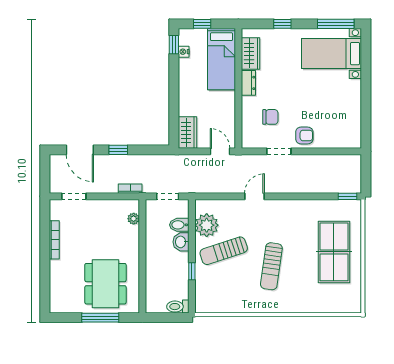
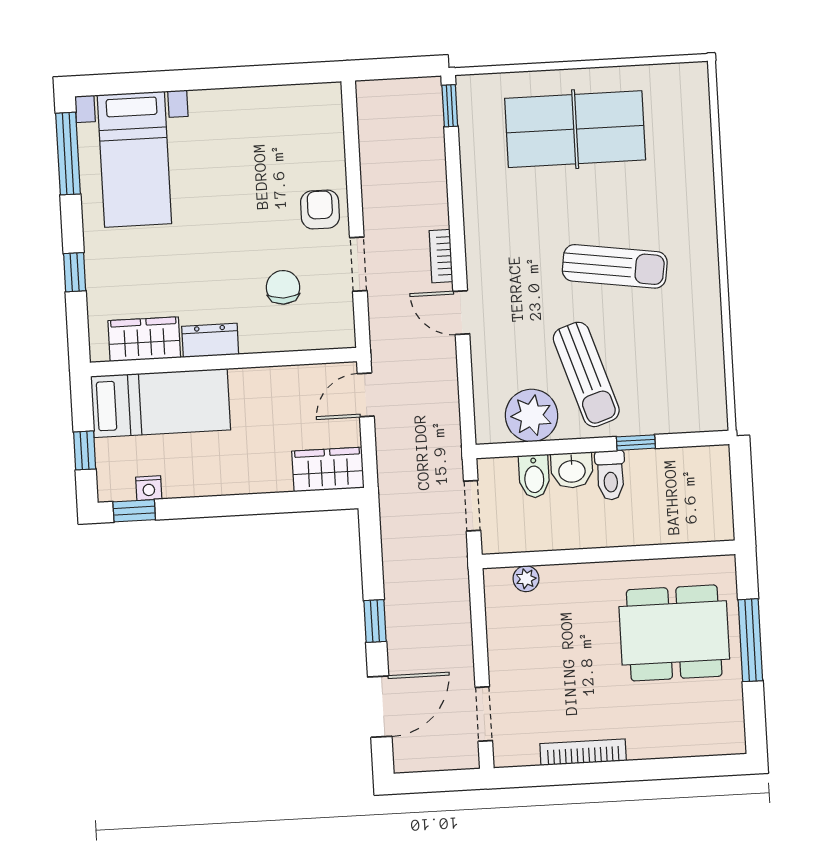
bookcase: (130, 189) -> (441, 256), moved
toilet: (178, 307) -> (610, 475), moved

